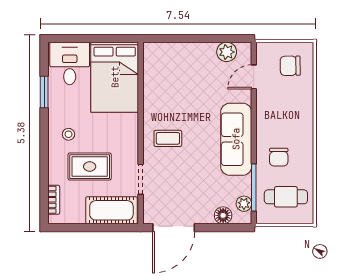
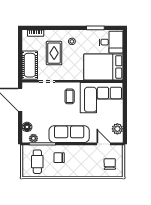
corner sofa: (170, 81) -> (102, 98), added

